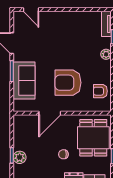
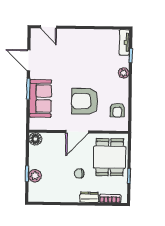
armchair: (100, 91) -> (117, 110), turned -90
door: (50, 113) -> (77, 132), moved
floor lamp: (19, 121) -> (35, 139), added

